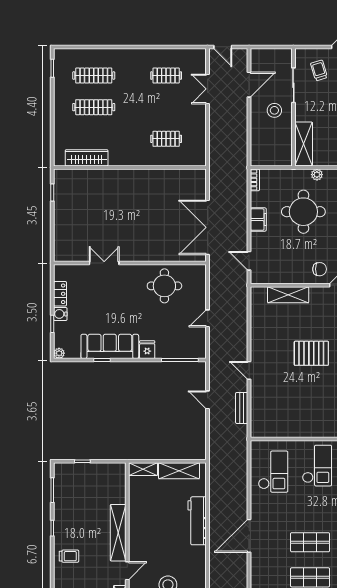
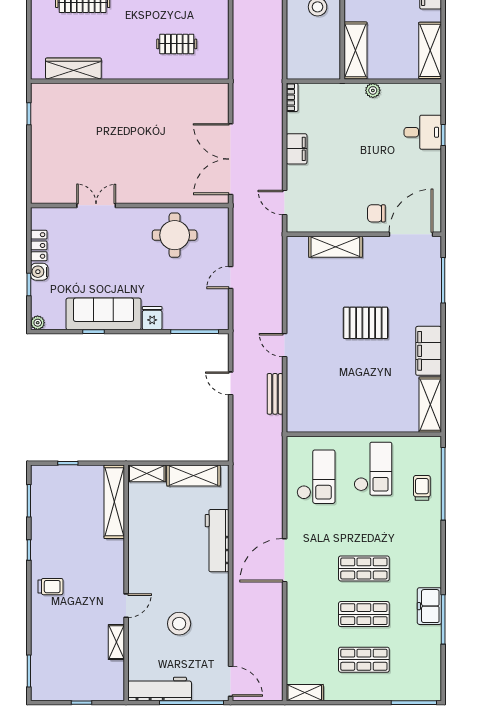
round table: (303, 212) -> (355, 139), removed
chair: (320, 269) -> (376, 213), turned 180
shelving: (118, 533) -> (114, 502), moved

